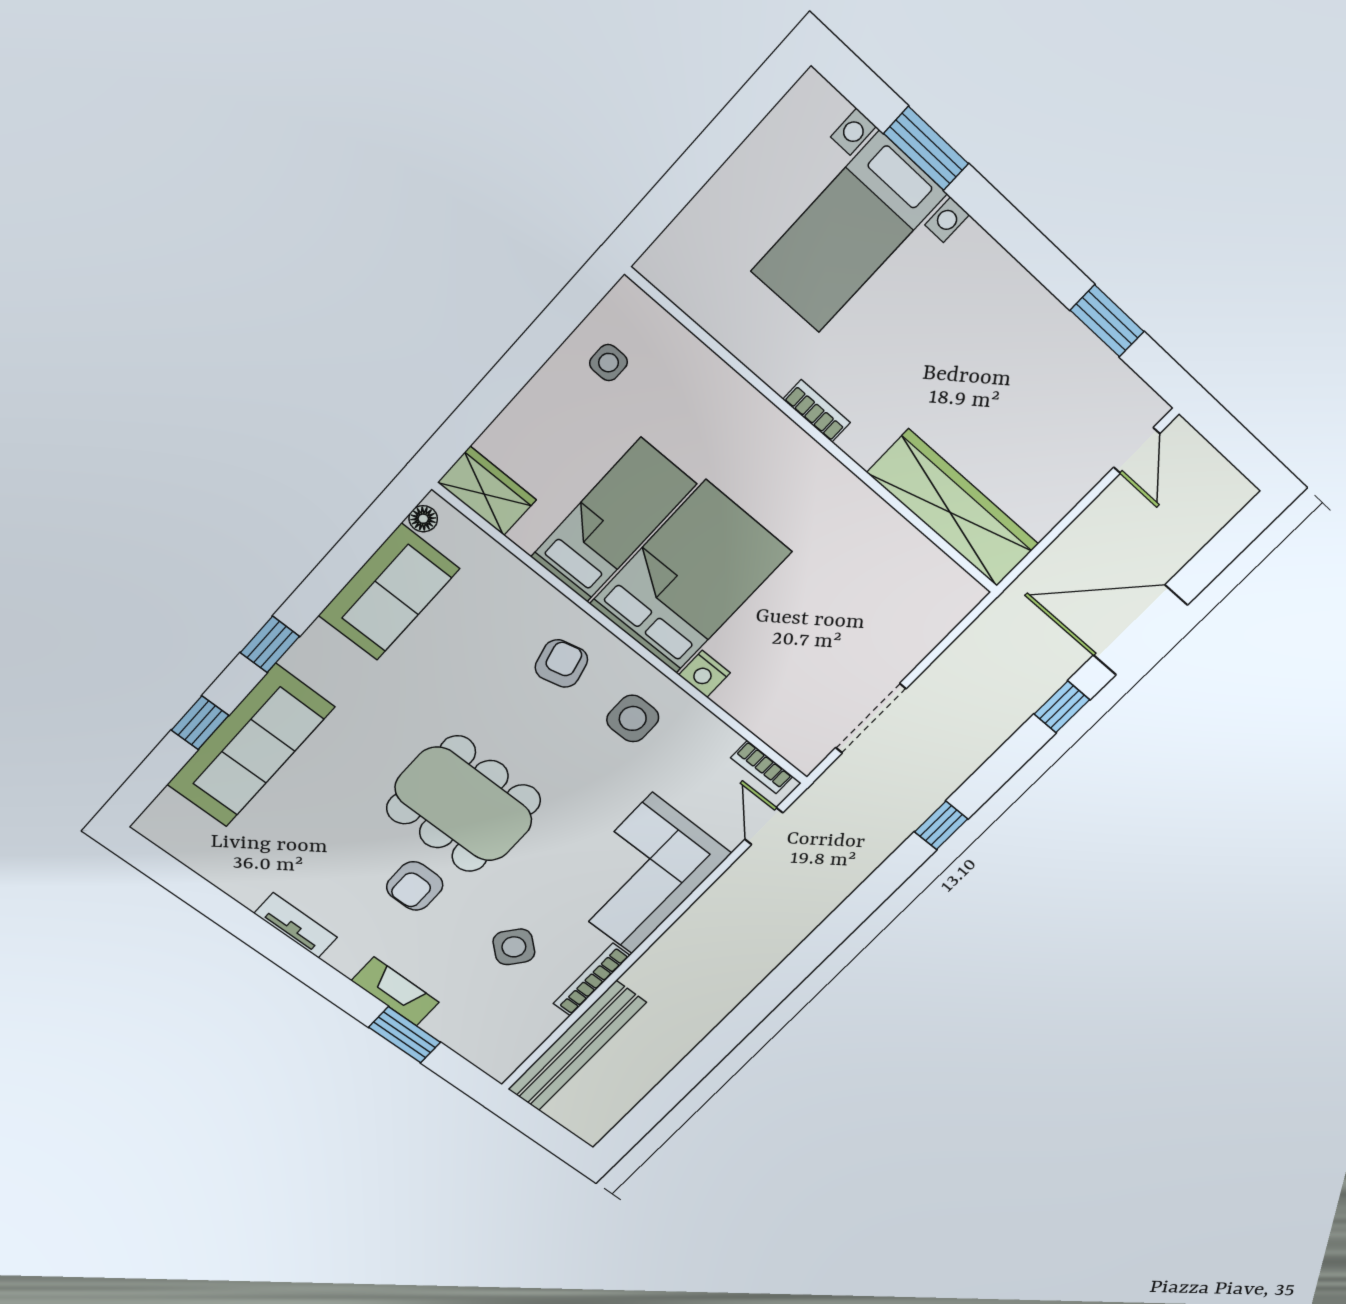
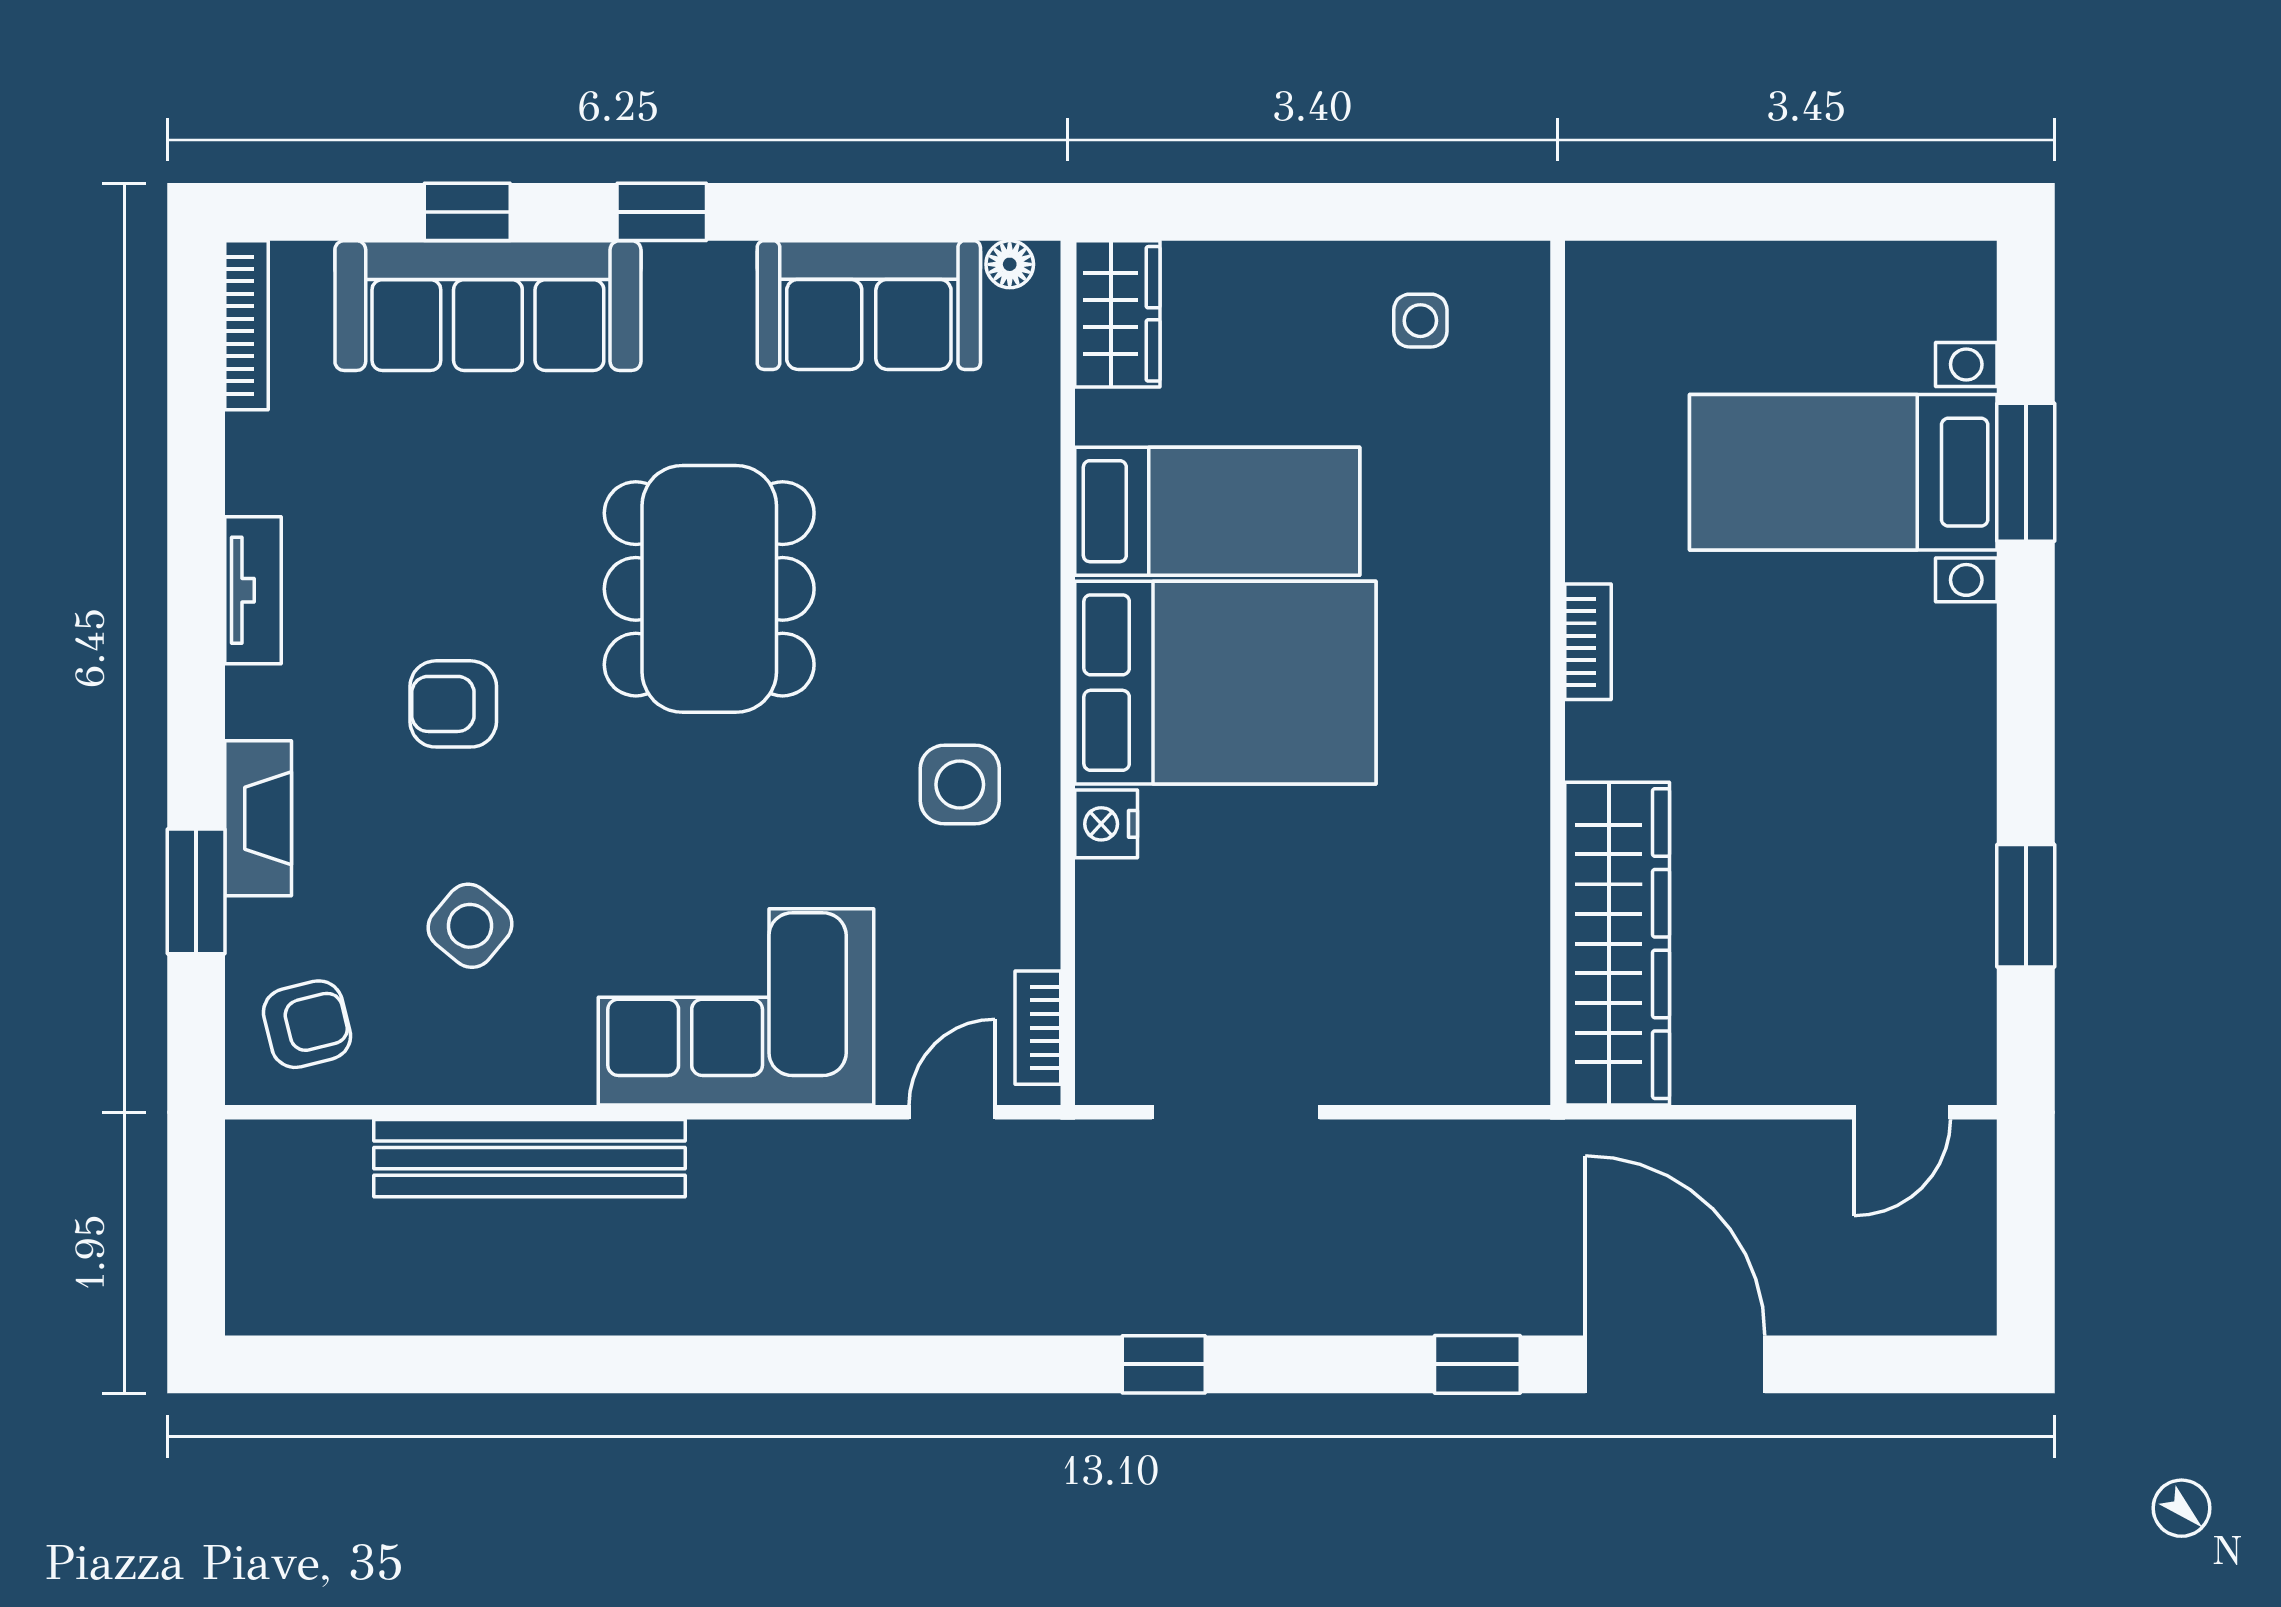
armchair: (561, 663) -> (307, 1024), moved
dining table: (464, 804) -> (709, 589), moved
bookcase: (592, 980) -> (247, 325), moved, turned 90
bench: (577, 1046) -> (530, 1158), moved

